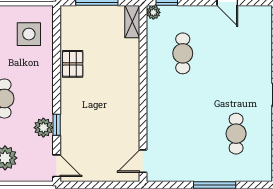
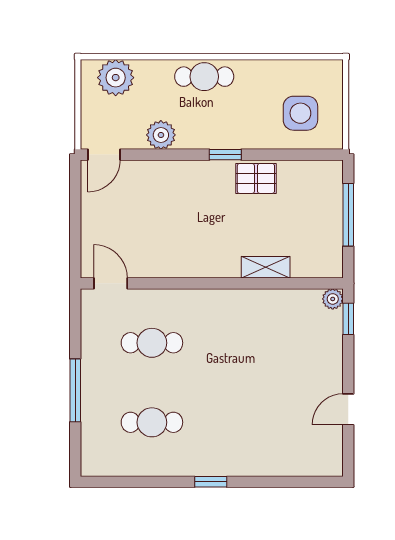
shelving: (132, 22) -> (266, 267), moved
cafe table: (183, 53) -> (152, 343), moved
window: (57, 125) -> (225, 155), moved

